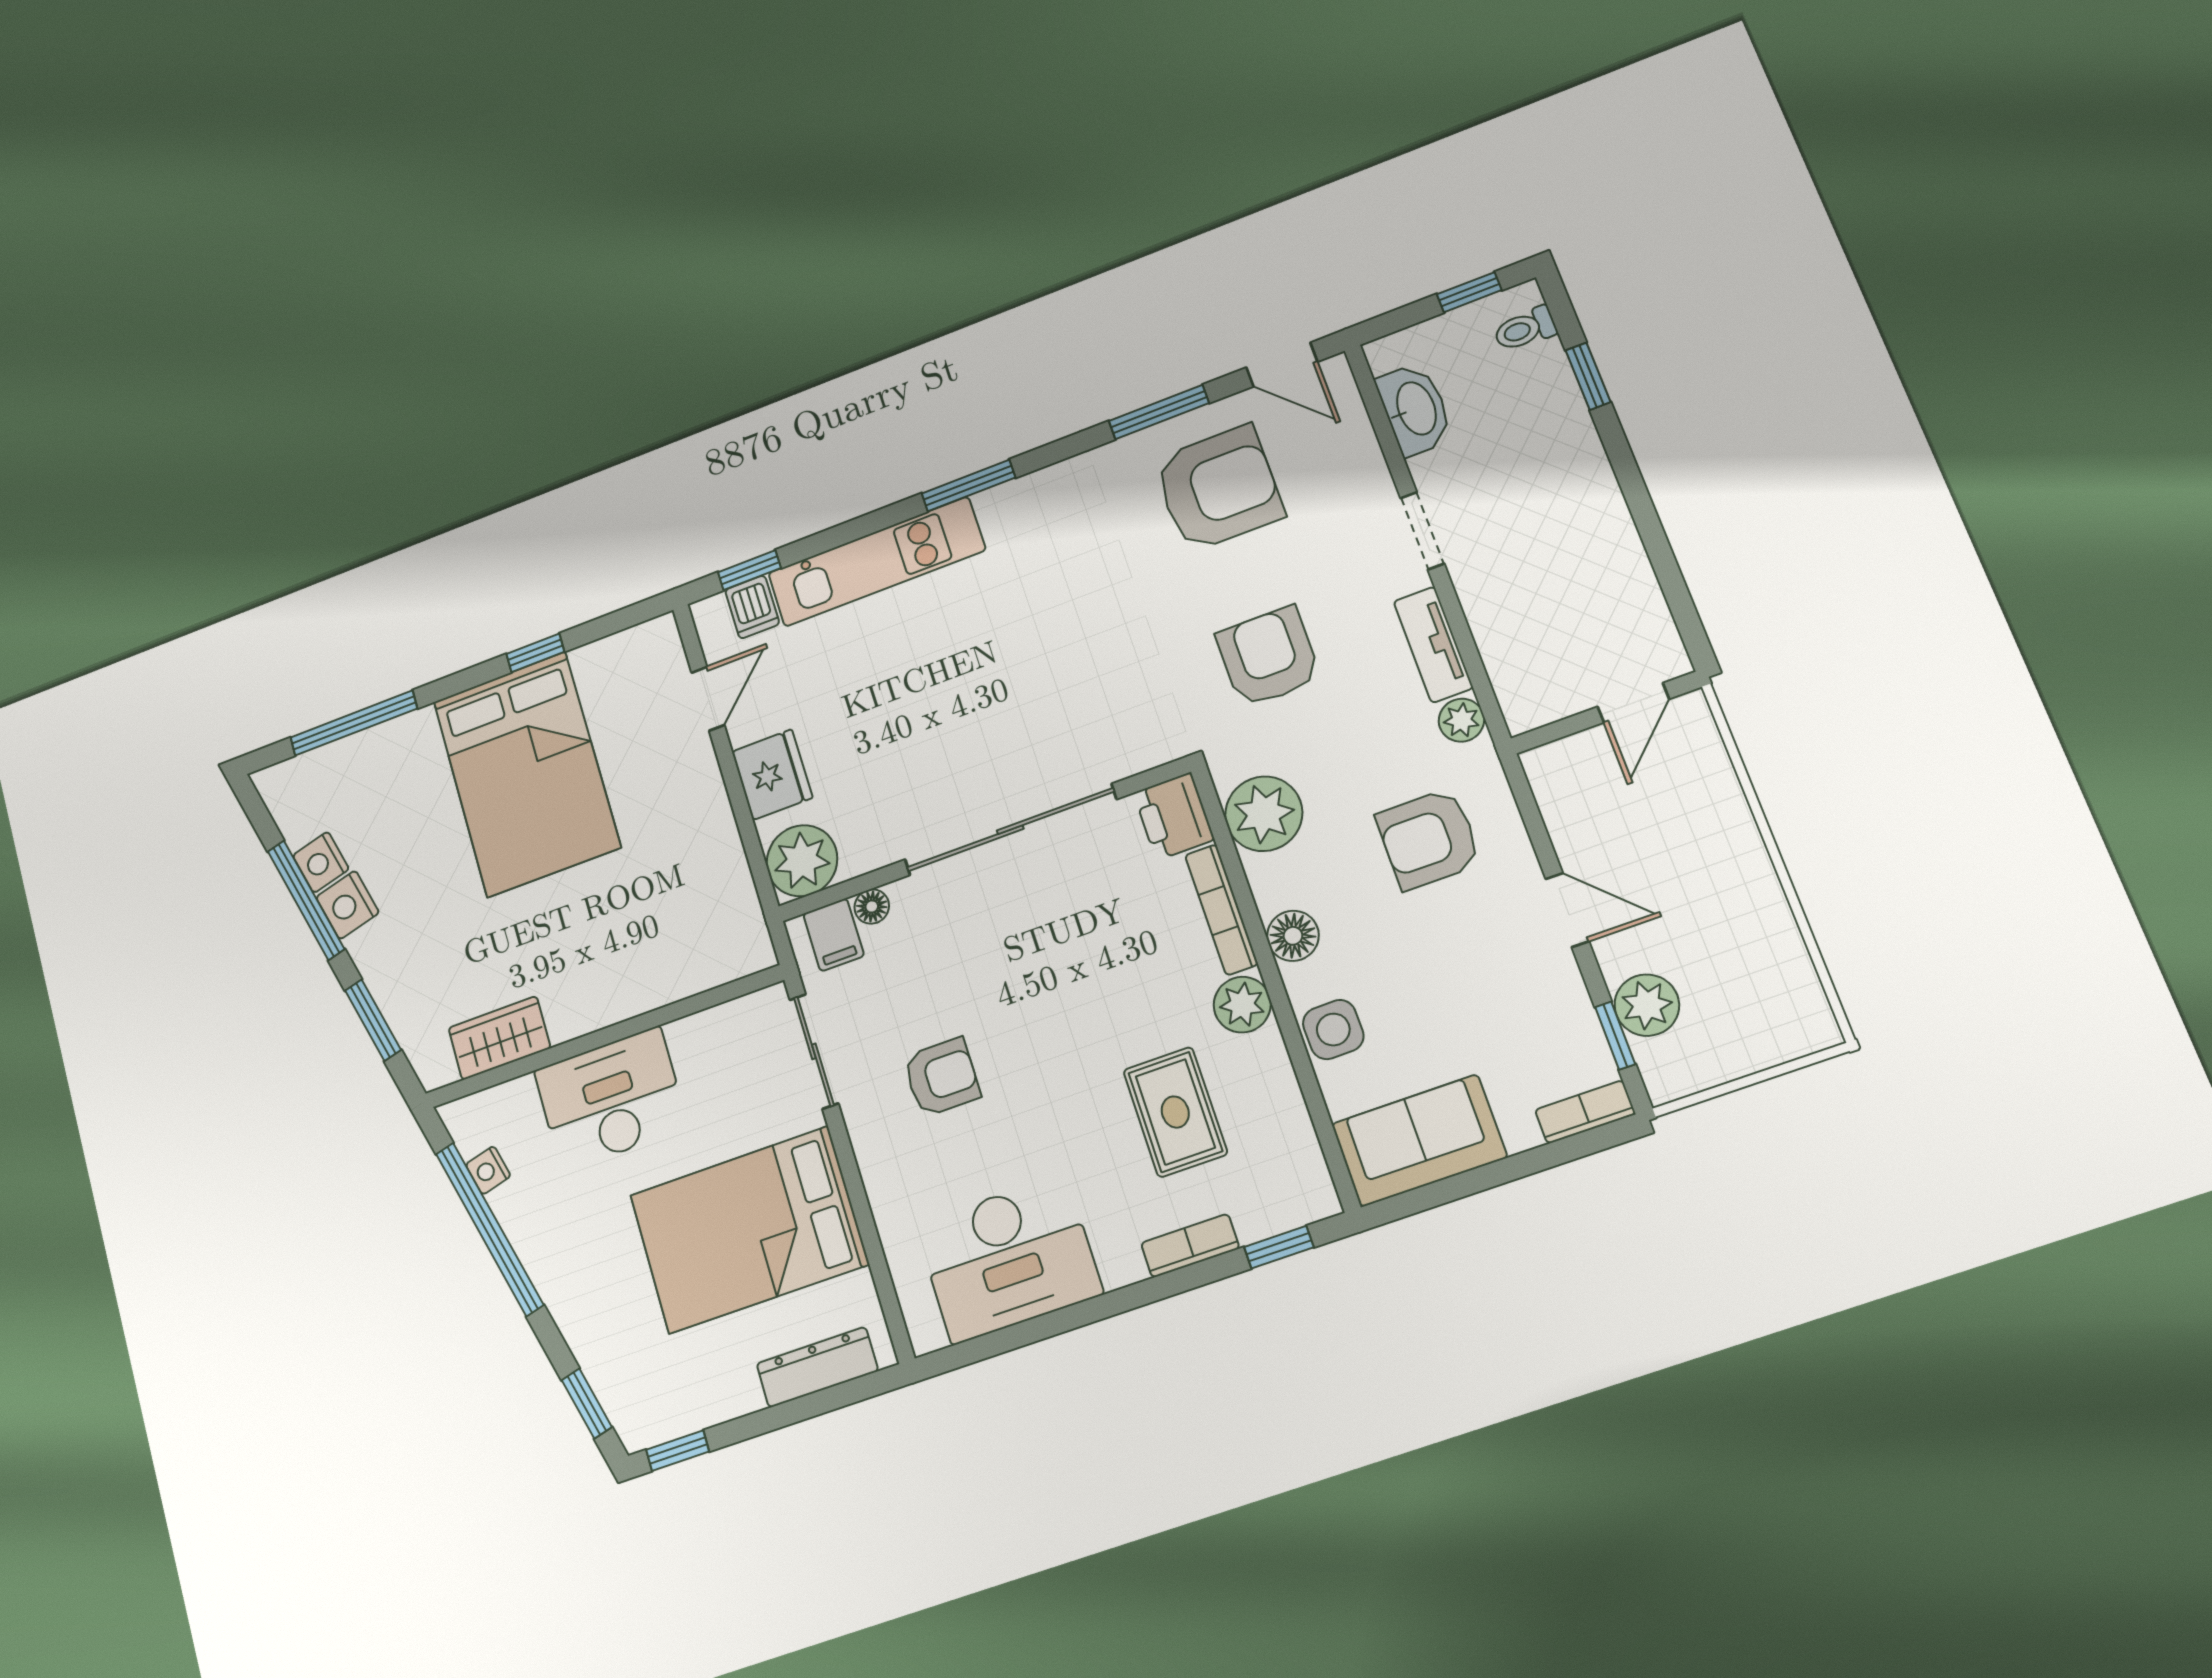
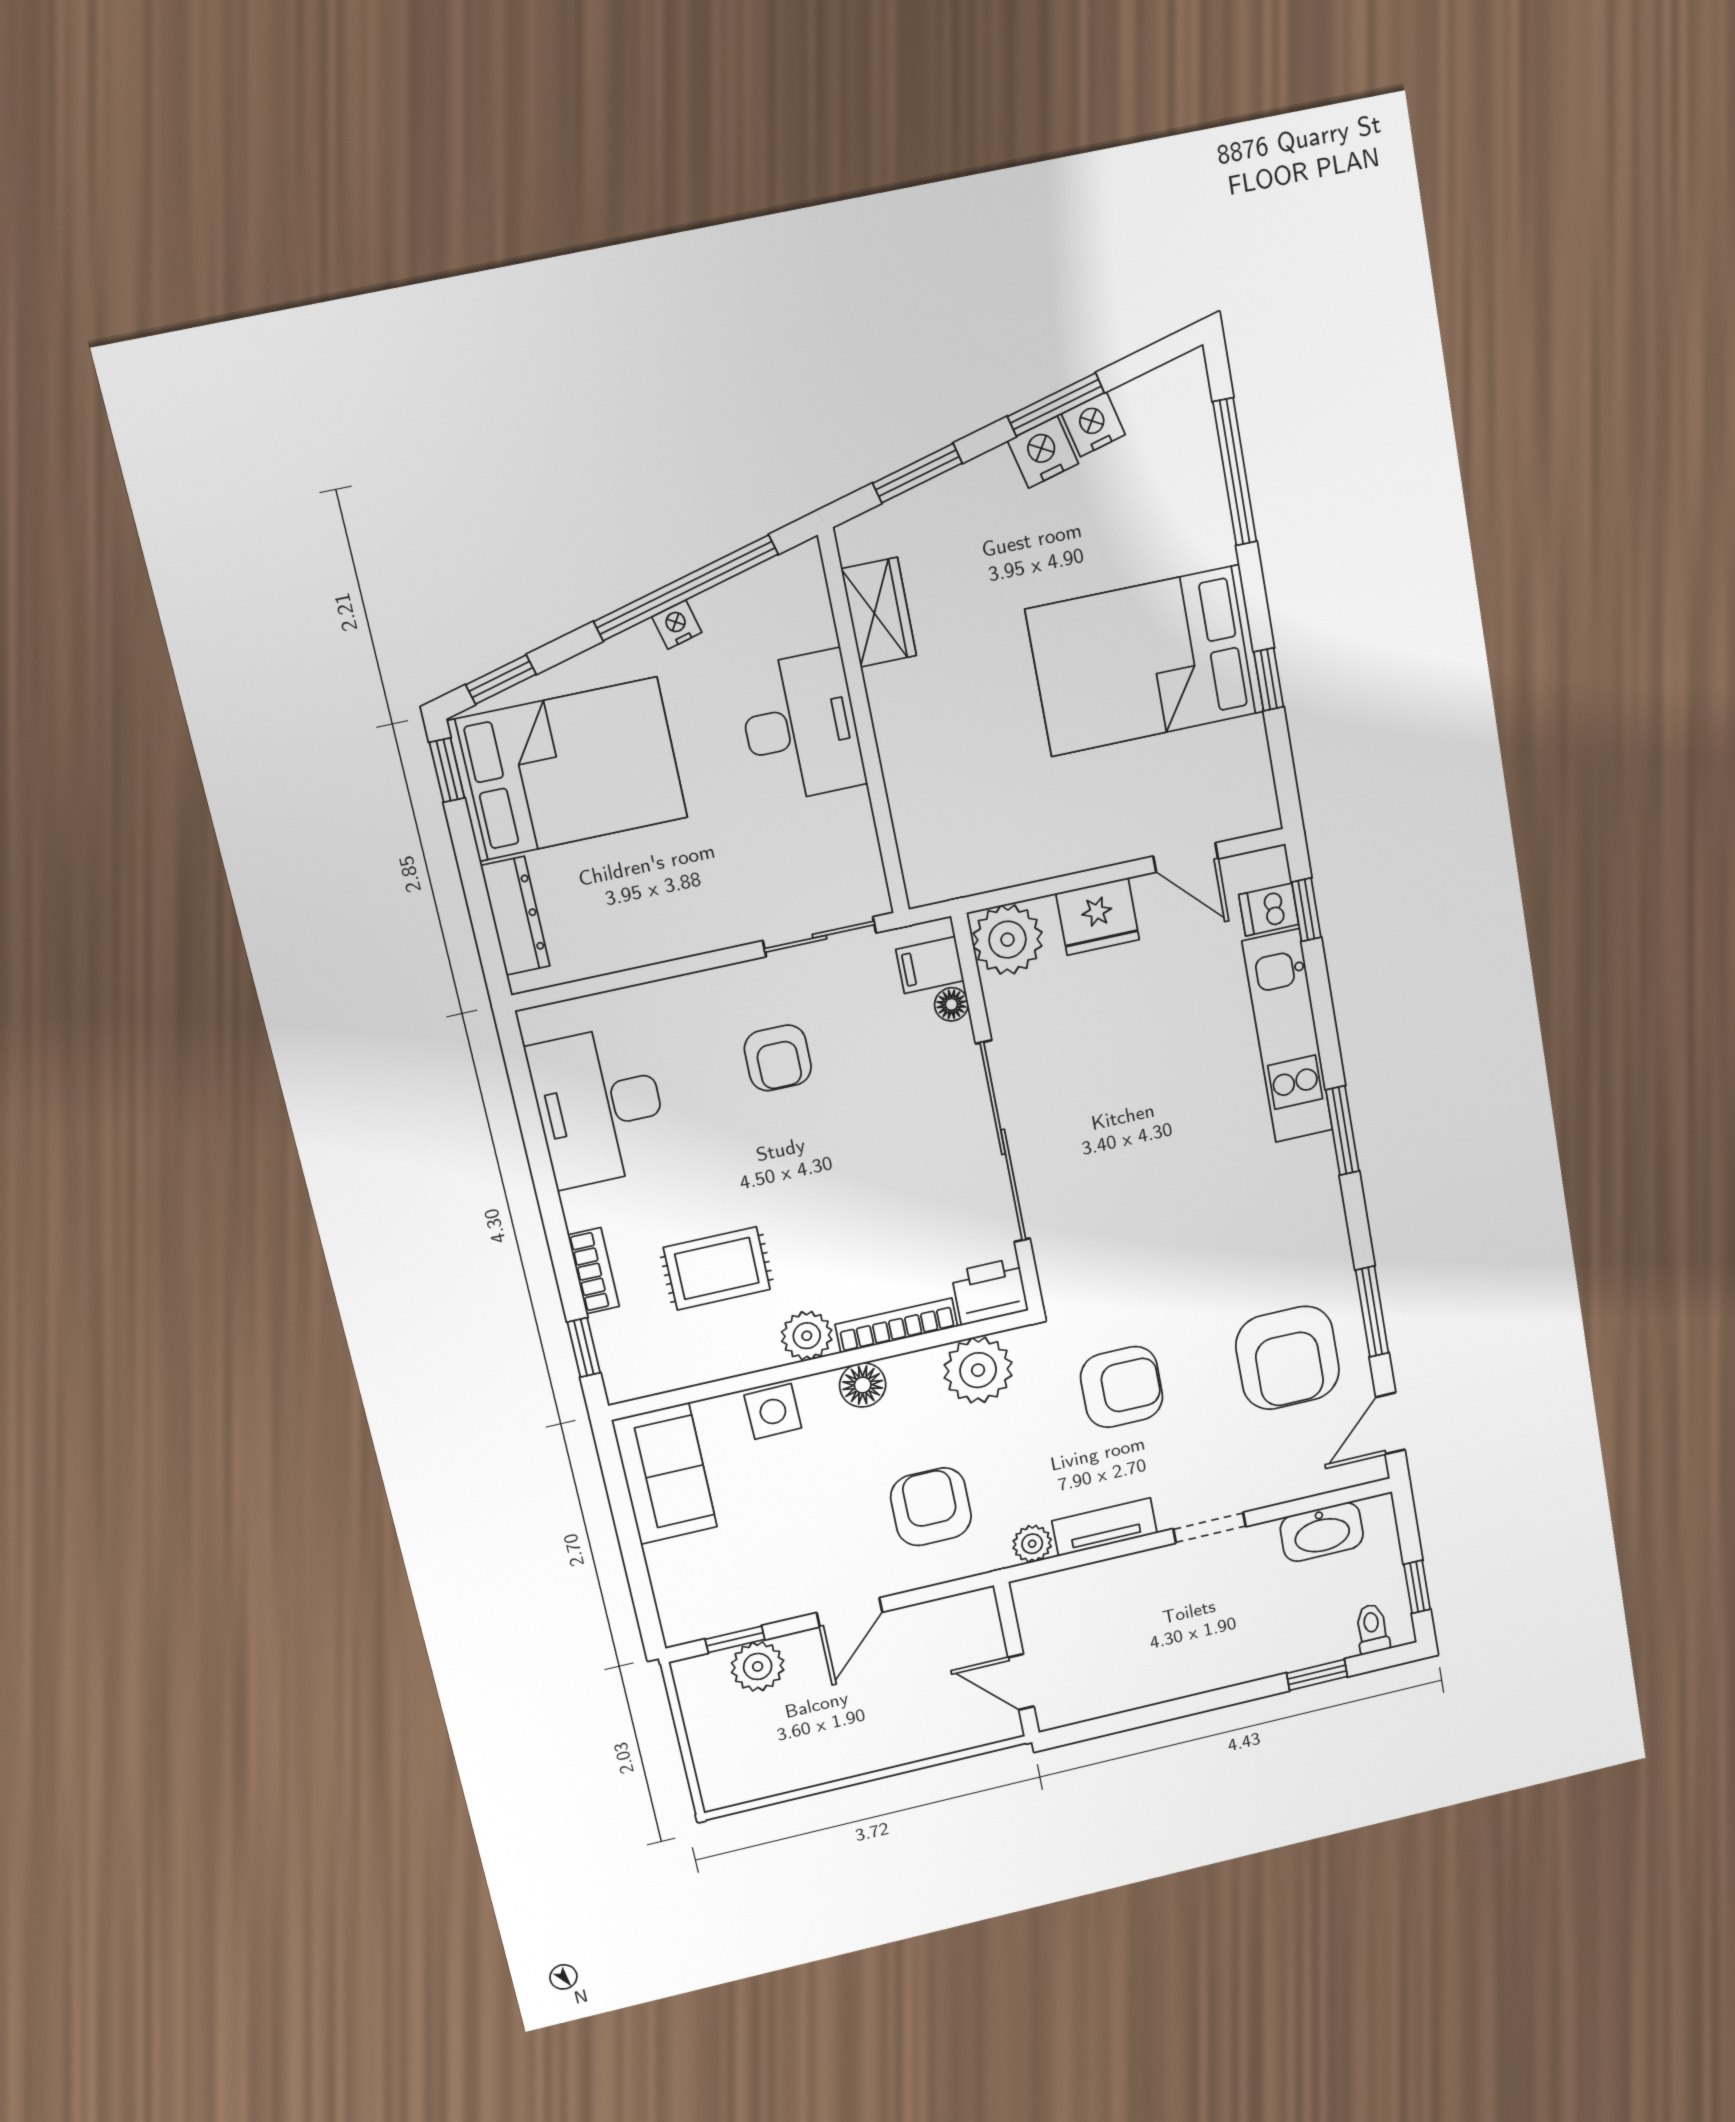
window: (306, 900) -> (1056, 405), width x0.69
bookcase: (1585, 1112) -> (672, 1609), removed
nightstand: (488, 1170) -> (677, 625), moved
bed: (749, 1230) -> (568, 769), moved, turned 90

